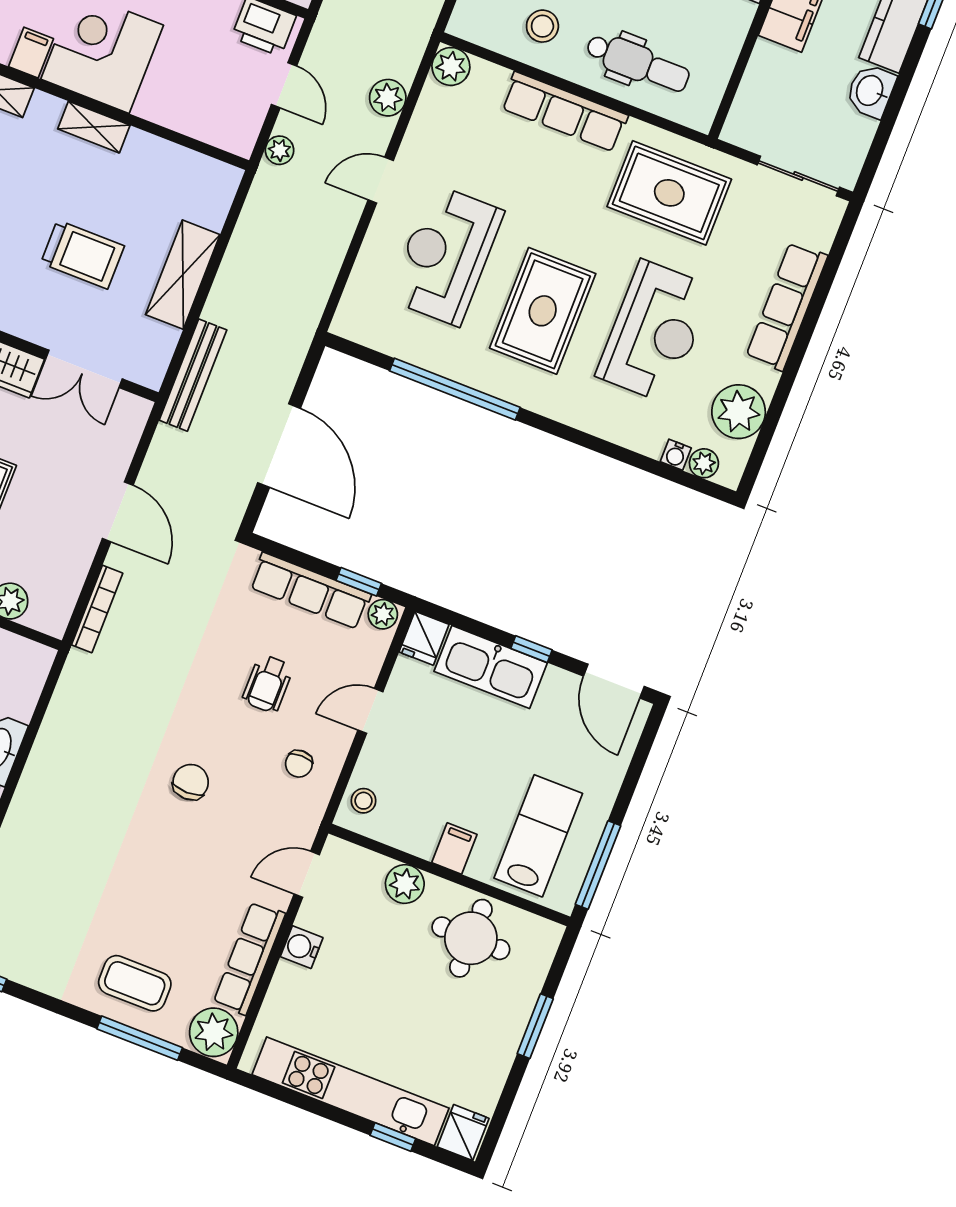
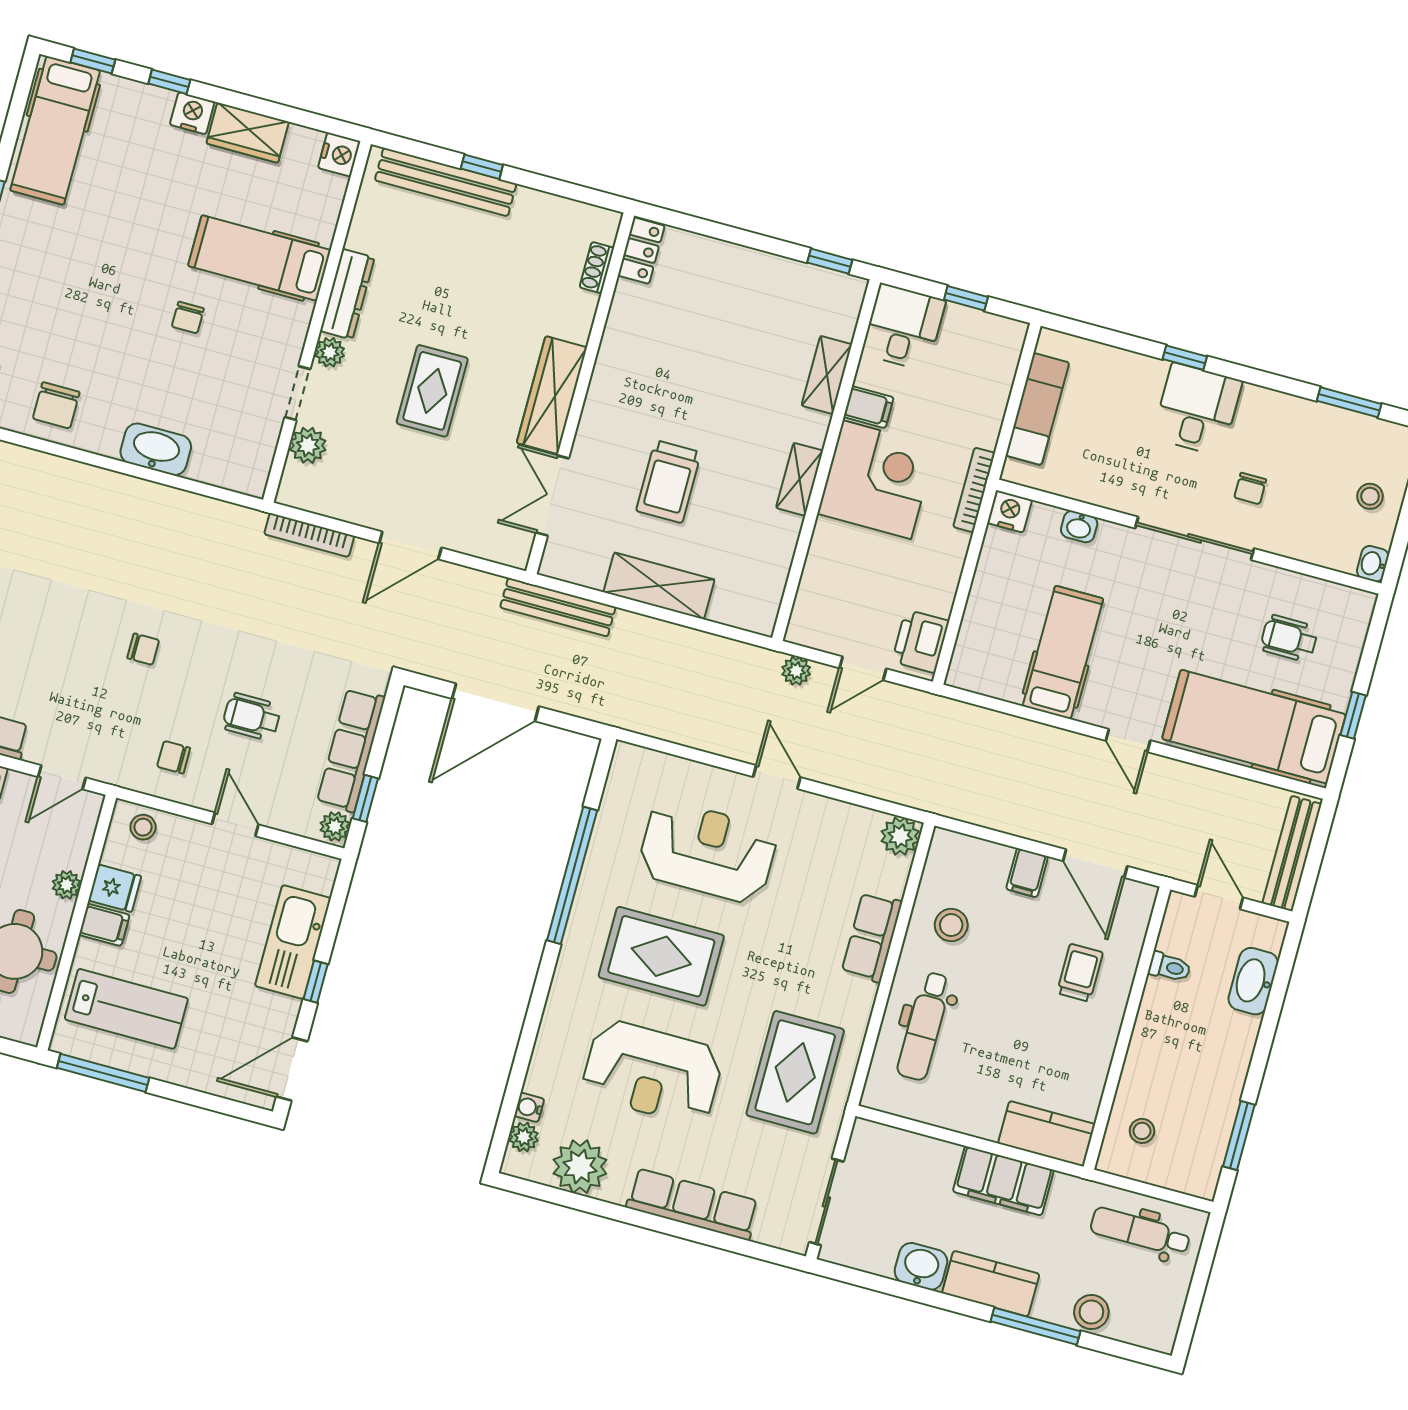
plant: (388, 98) -> (862, 775), removed
row of seats: (564, 112) -> (872, 937), width x0.68
fridge: (424, 638) -> (115, 888), moved, turned 180
chair: (191, 782) -> (143, 649), width x0.73, depth x0.73
door: (307, 874) -> (62, 777), swing flipped
plant: (405, 884) -> (66, 885), width x0.73, depth x0.73

